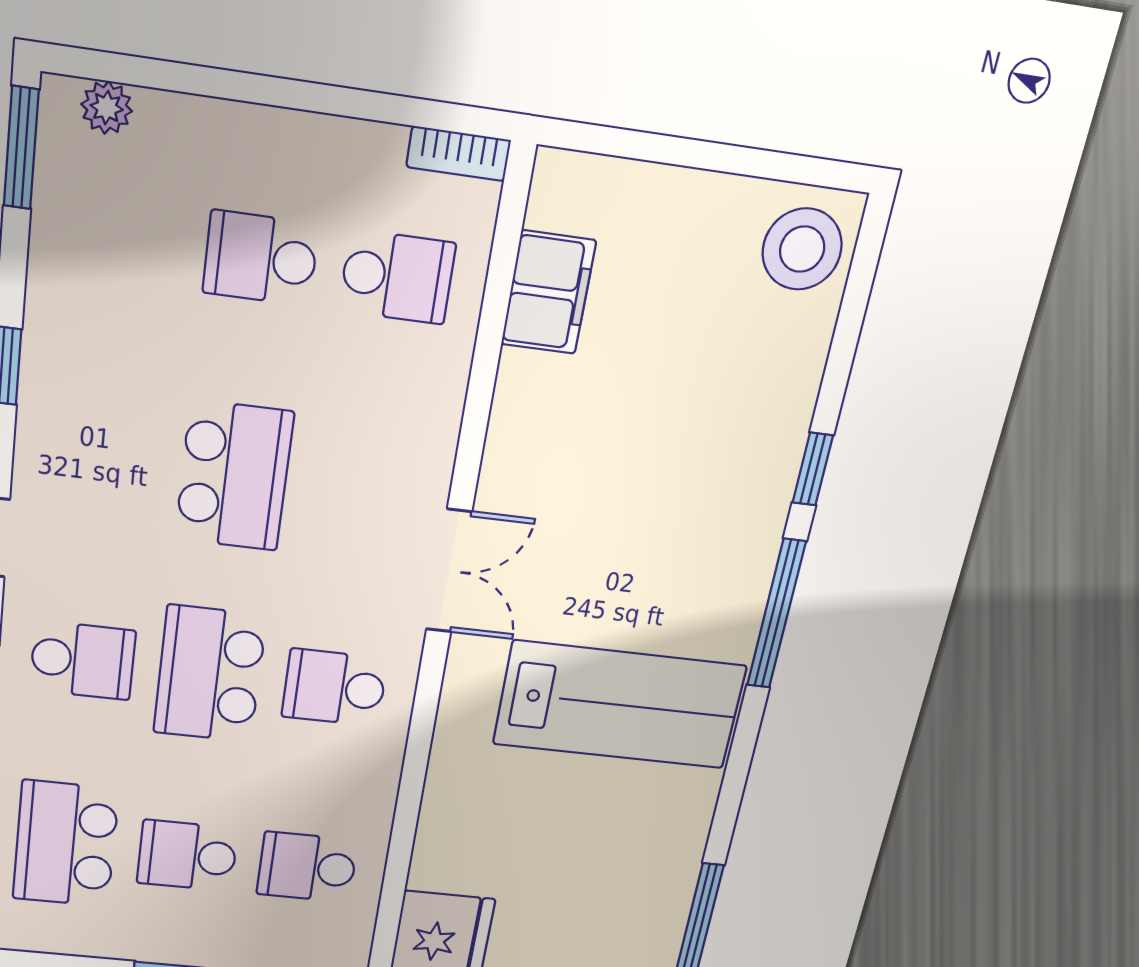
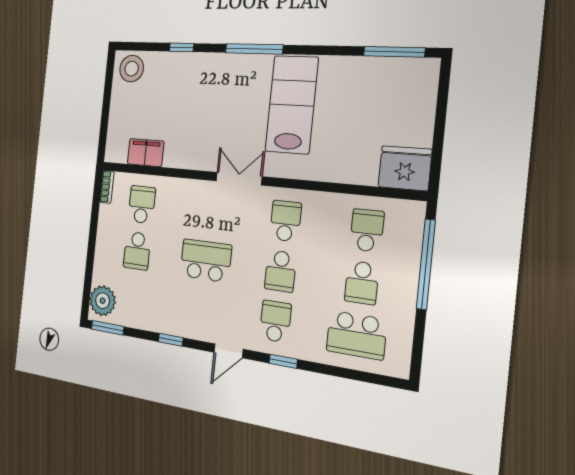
plant: (107, 108) -> (103, 301), width x1.88, depth x1.88
window: (813, 469) -> (181, 47), moved
school desk: (210, 674) -> (280, 271), width x0.54
school desk: (335, 688) -> (285, 221), turned 180
school desk: (307, 867) -> (367, 230), turned 180

